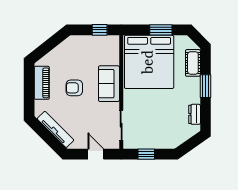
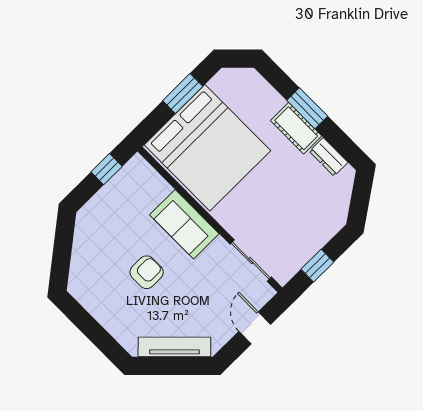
cot: (193, 63) -> (296, 128), moved
piano: (42, 83) -> (100, 306), removed
armchair: (74, 88) -> (147, 272), turned 180
door: (96, 154) -> (255, 328), hinge flipped

